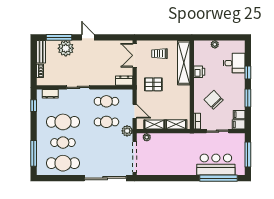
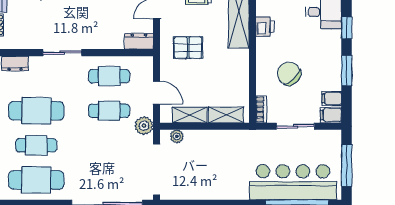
bar counter: (216, 165) -> (293, 182), width x1.36

